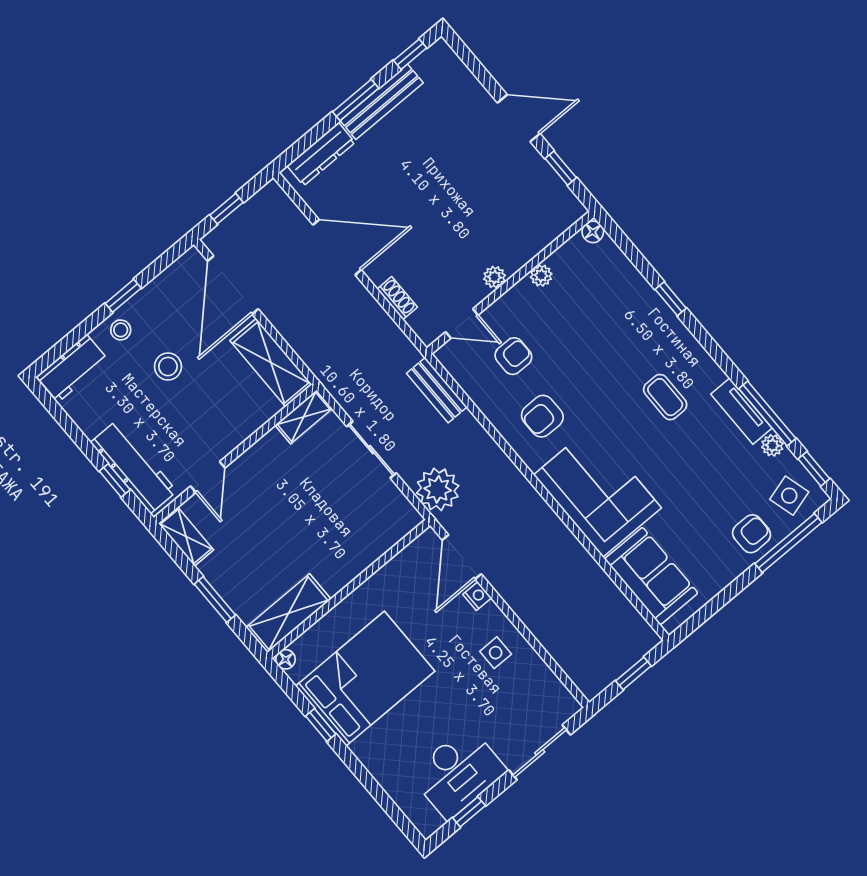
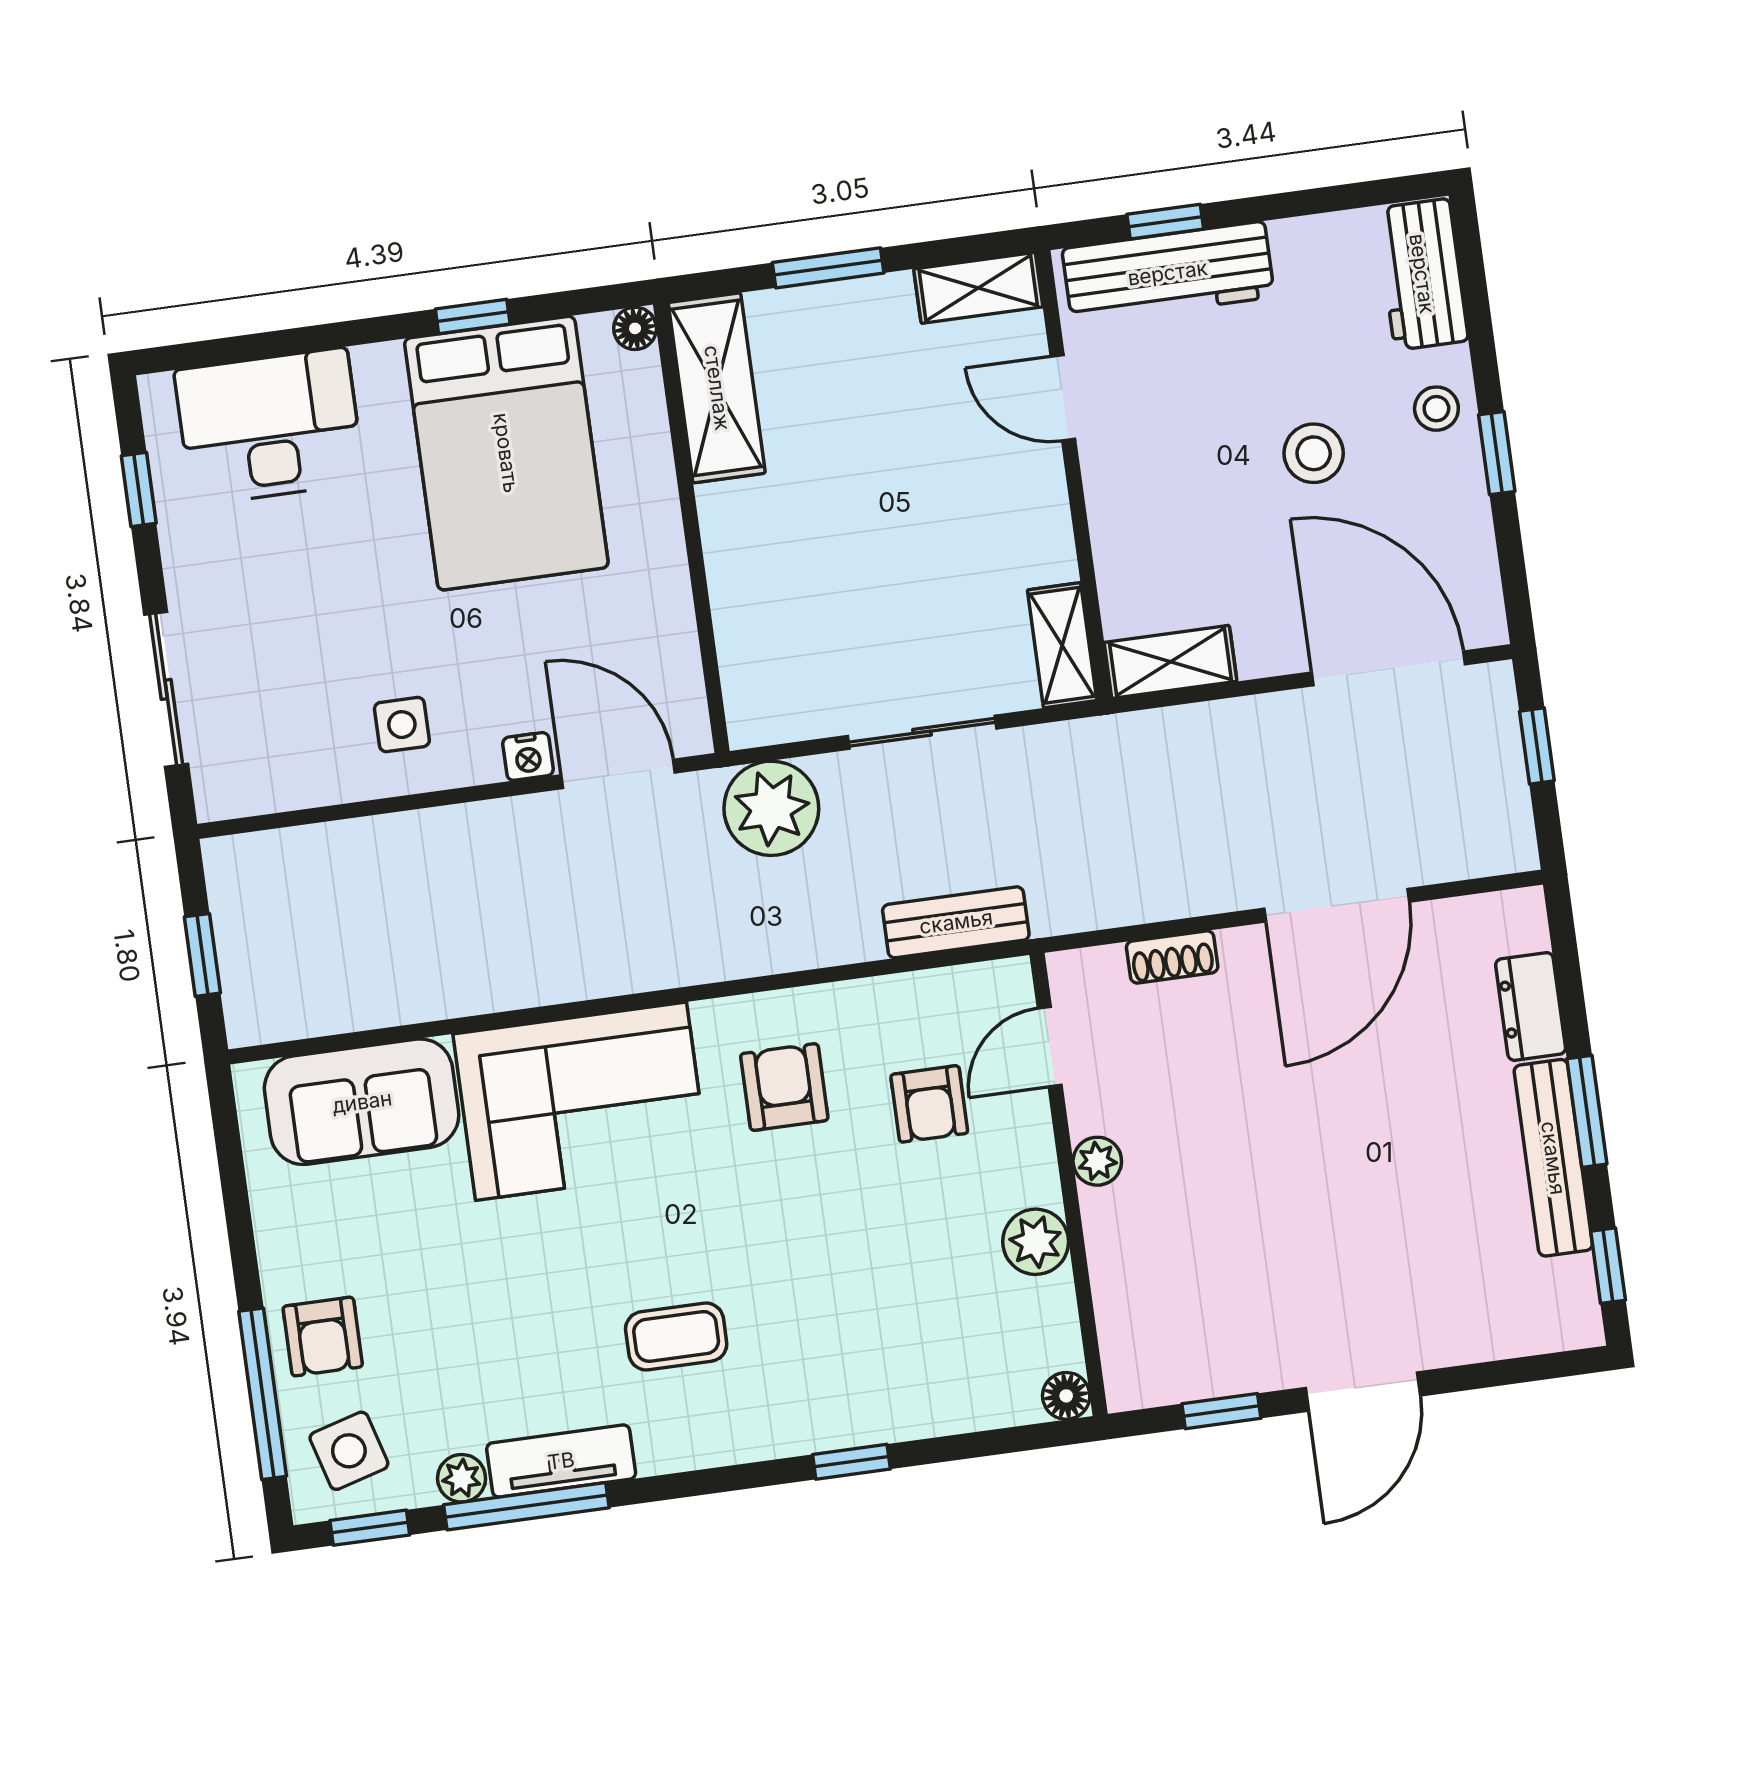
dresser: (321, 154) -> (1531, 1007), width x0.70
plant: (541, 276) -> (1036, 1242), width x1.38, depth x1.38
shelving: (271, 363) -> (1170, 662), width x0.67, depth x0.75
desk: (458, 773) -> (269, 426), moved, turned 90

